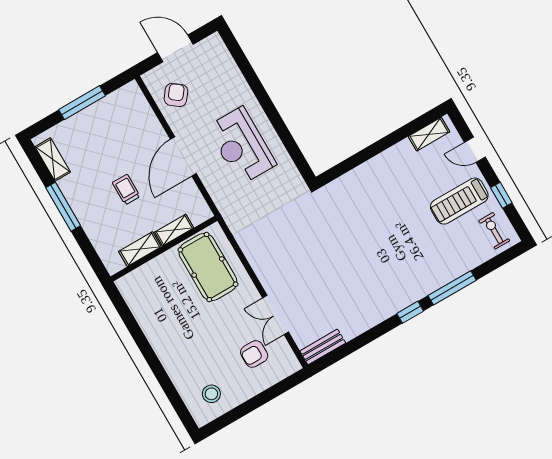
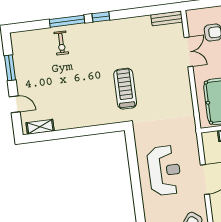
window: (501, 195) -> (10, 68), width x1.50
treadmill: (459, 201) -> (125, 89), moved, turned -90
exercise bike: (494, 231) -> (61, 43), moved

